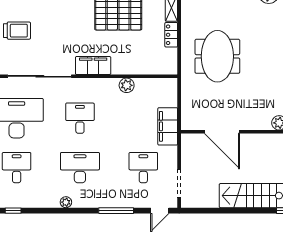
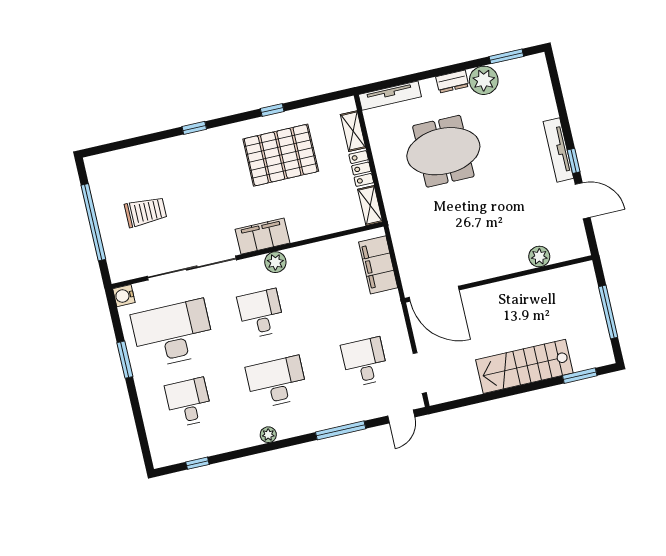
meeting table: (217, 56) -> (443, 151), moved, turned 90
shelving: (172, 61) -> (370, 205), added
plant: (127, 85) -> (275, 262), moved
filing cabinet: (168, 126) -> (378, 265), moved
door: (222, 132) -> (434, 294), moved

